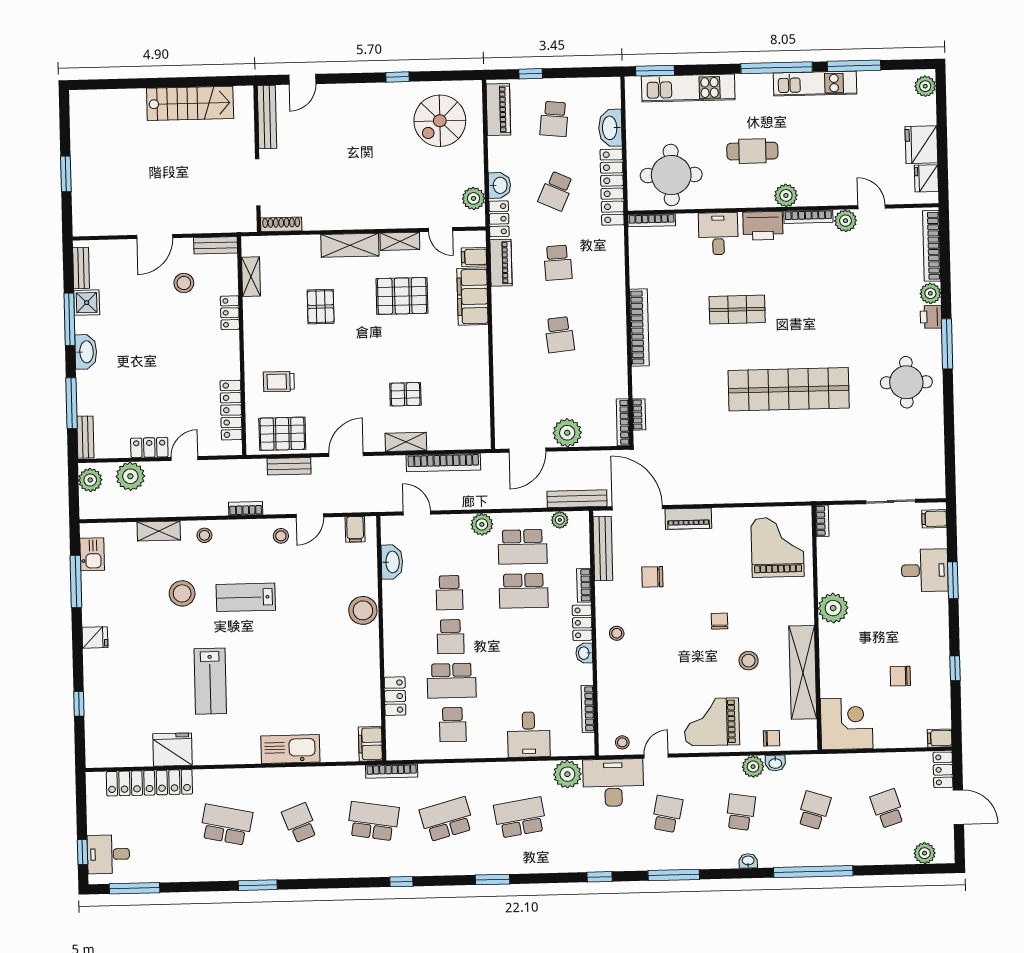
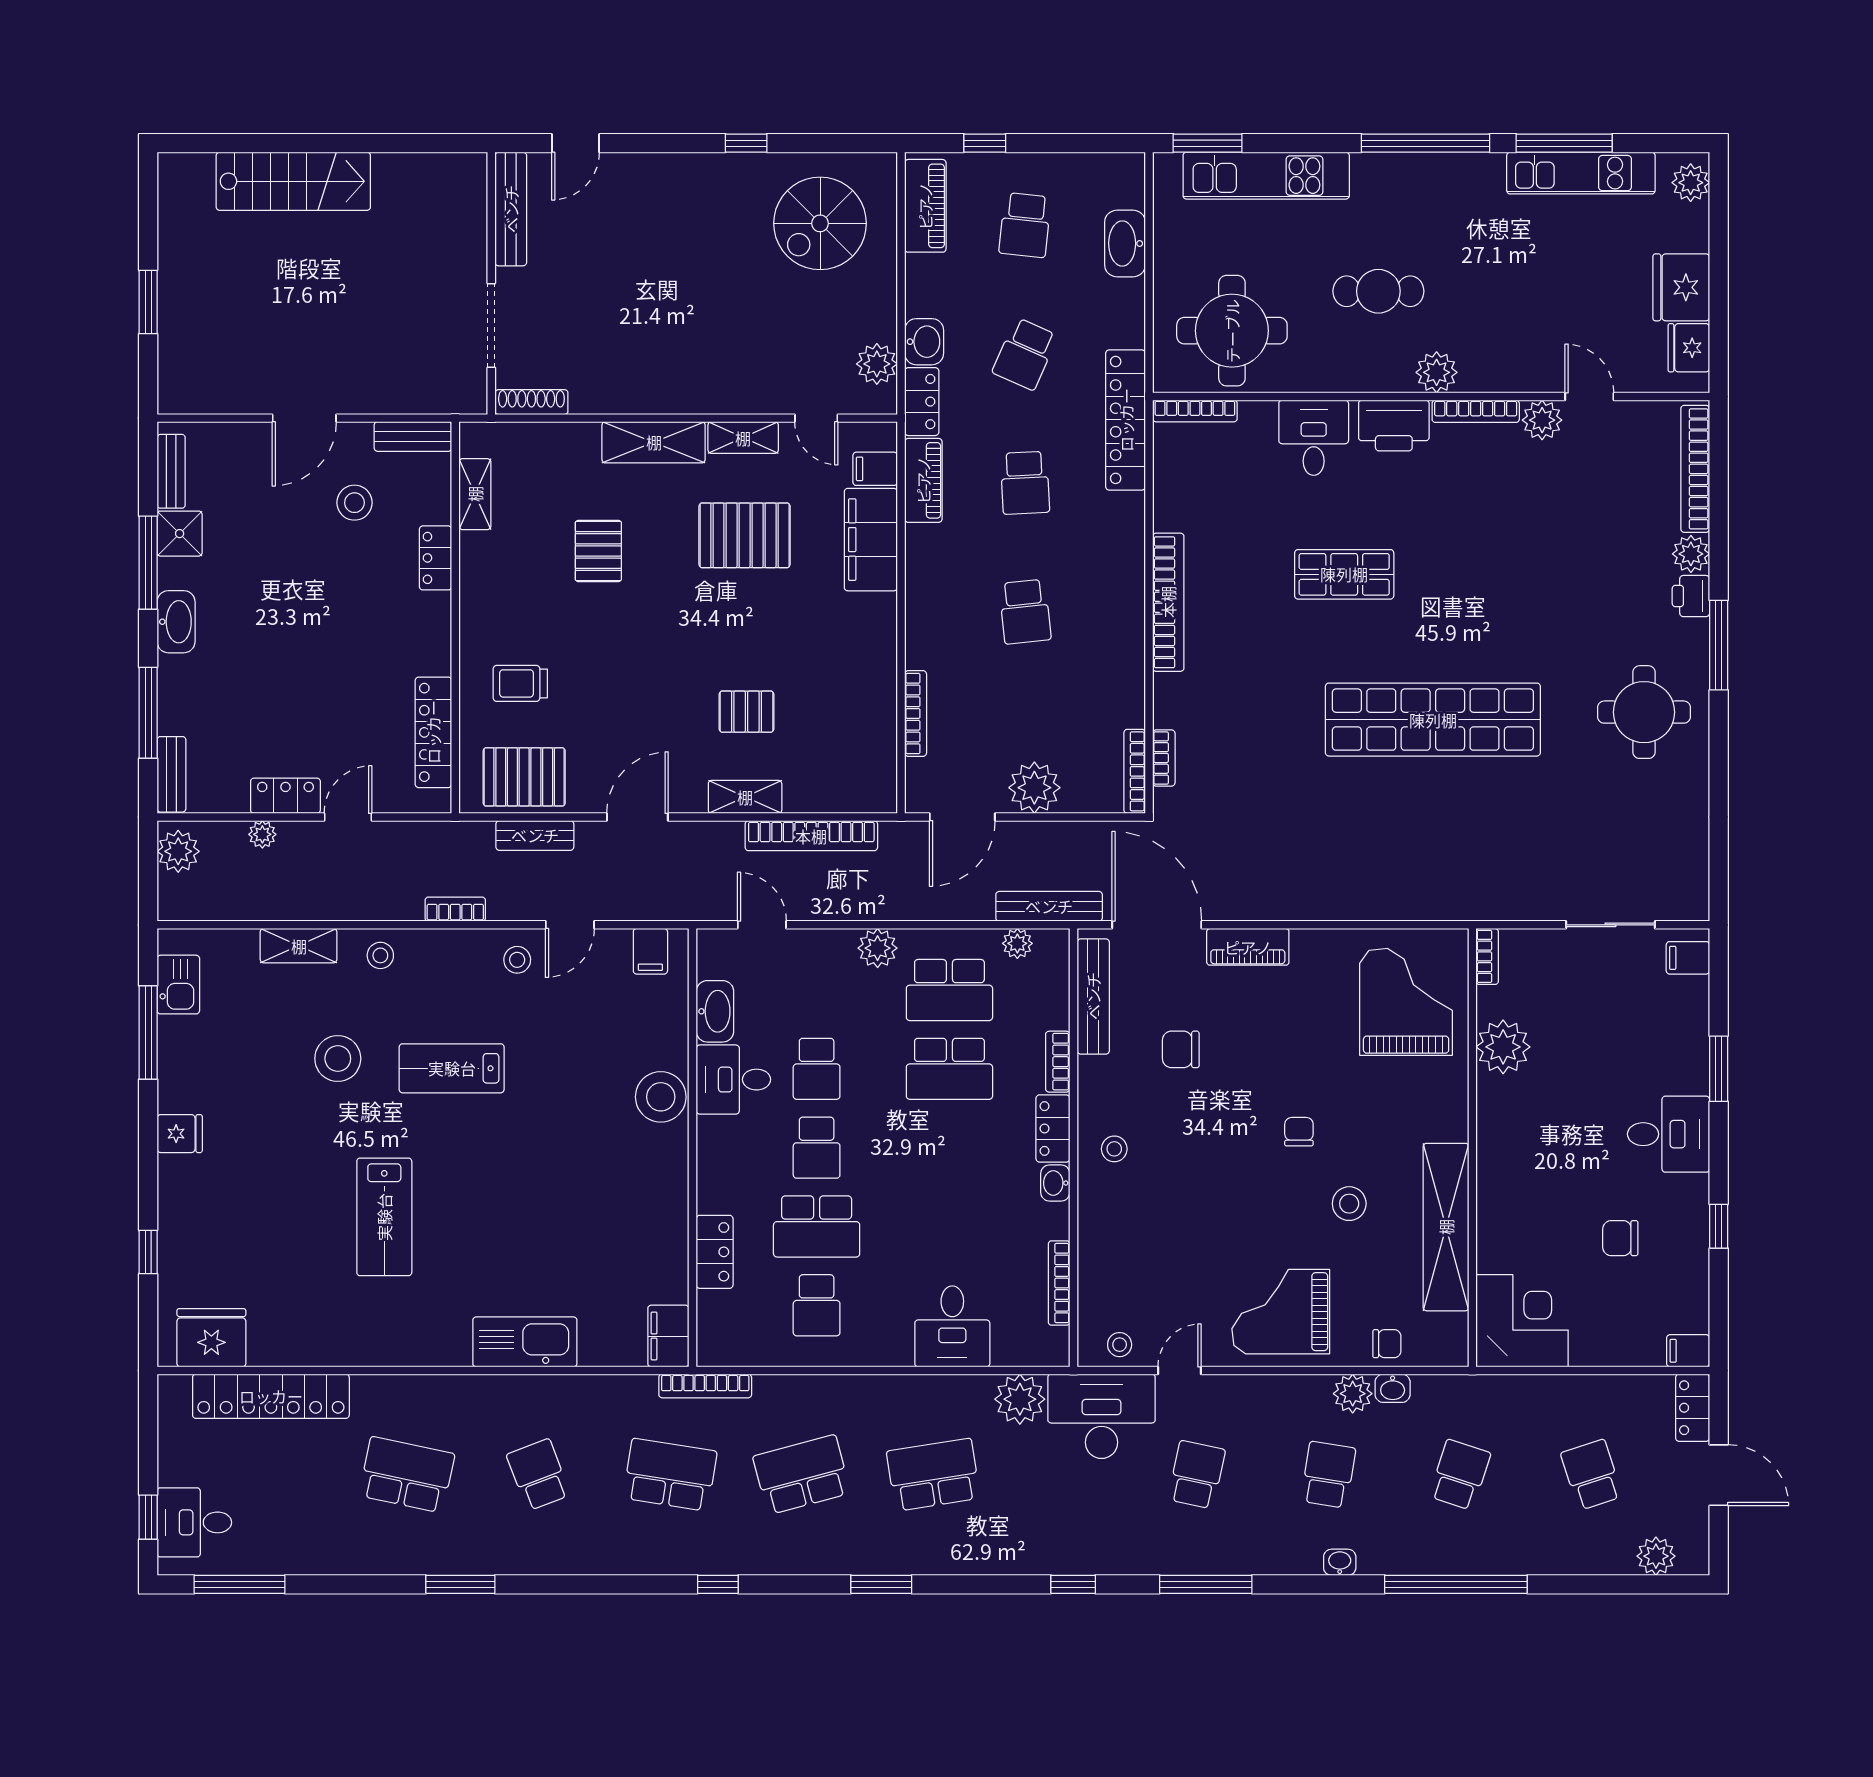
kitchen unit: (815, 83) -> (1581, 173), moved
stairs: (190, 103) -> (293, 181), moved
locker: (612, 187) -> (1126, 420), moved
bookcase: (500, 393) -> (916, 714), added
plant: (130, 476) -> (262, 834), width x0.53, depth x0.53
desk: (925, 570) -> (1669, 1134), moved
desk: (403, 600) -> (733, 1080), added
plant: (833, 608) -> (1503, 1047), moved
fridge: (173, 750) -> (211, 1338), moved

